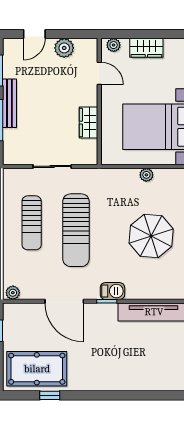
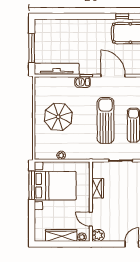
plant: (64, 48) -> (98, 235), moved
wardrobe: (146, 48) -> (61, 235), width x1.50

